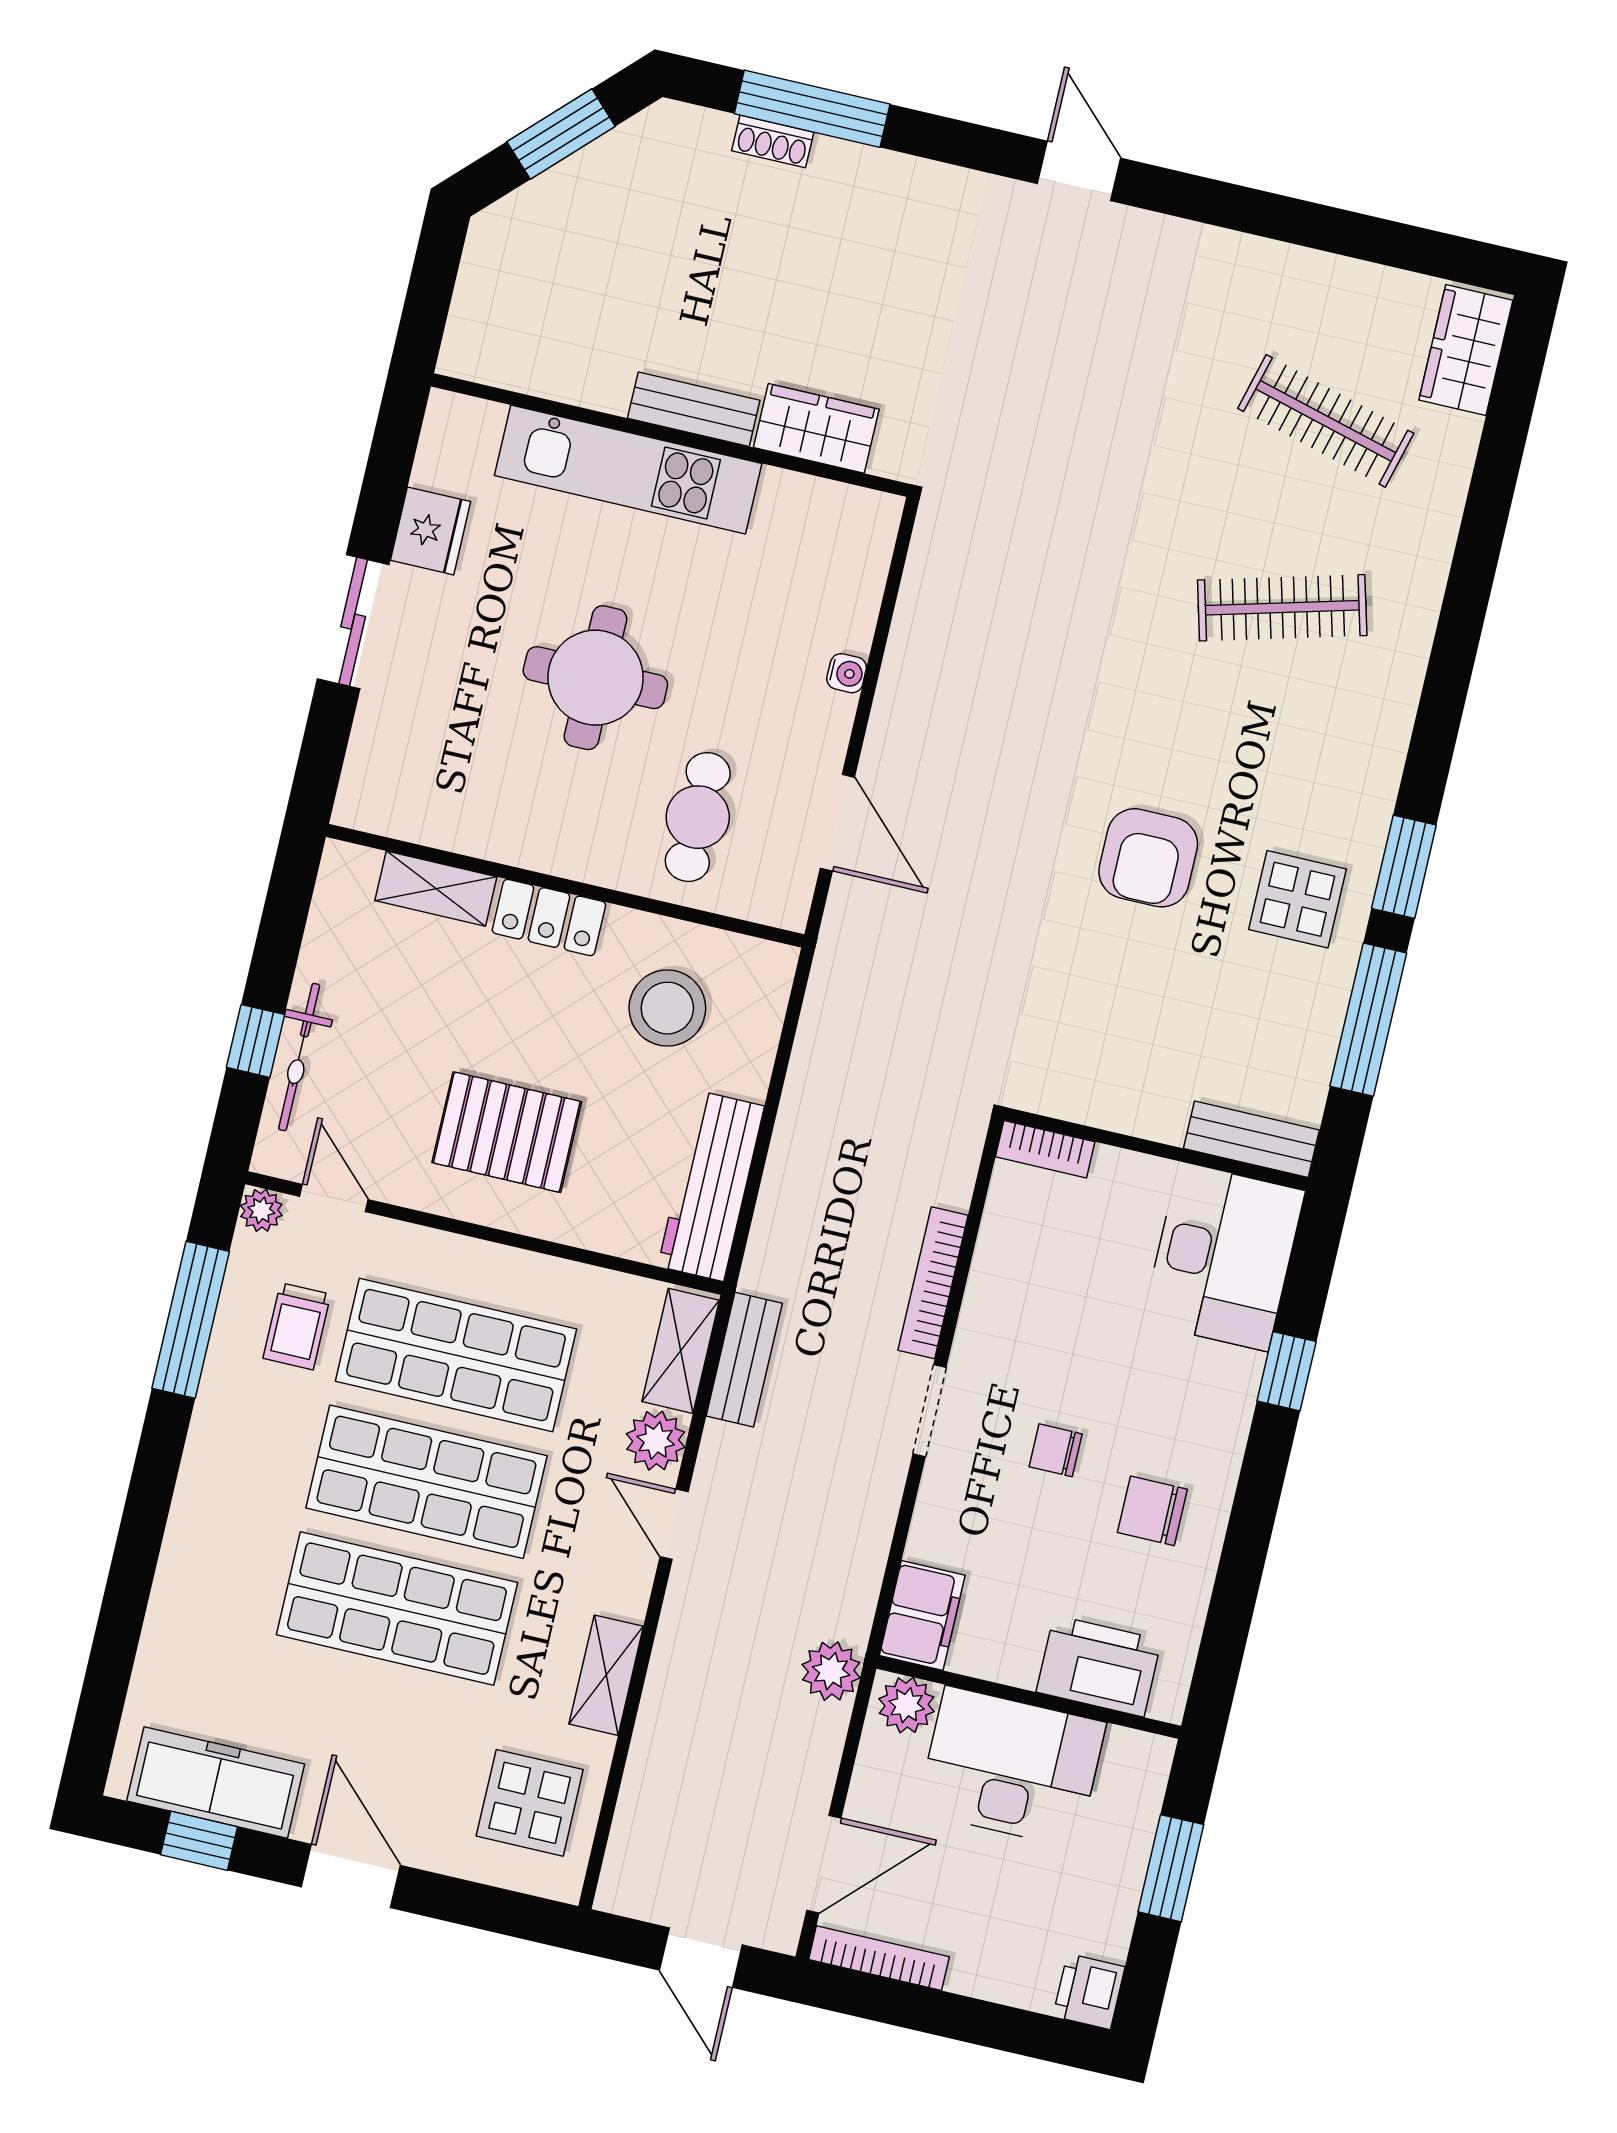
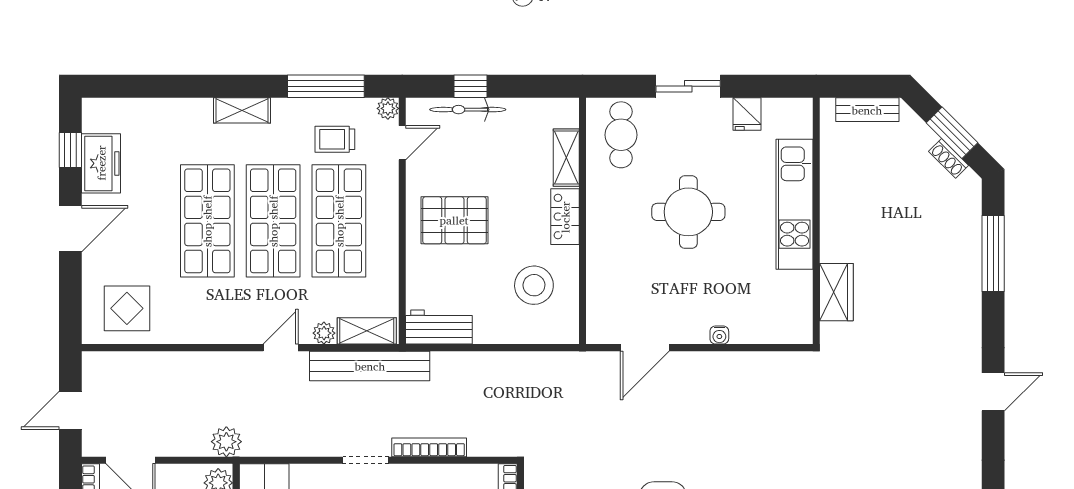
shoe rack: (773, 141) -> (949, 158), moved, turned -45
bench: (694, 409) -> (867, 110), moved, turned 90
fridge: (430, 531) -> (747, 114), width x0.72
cafe table: (698, 817) -> (621, 135), moved, turned 90
pallet: (507, 1132) -> (454, 220), turned 90
workbench: (711, 1186) -> (439, 327), width x0.73
bench: (744, 1360) -> (370, 366), width x1.86, depth x1.21
plant: (656, 1441) -> (324, 333), width x0.73, depth x0.73
shelving: (606, 1675) -> (242, 110), moved
freezer: (216, 1782) -> (101, 163), width x0.71

